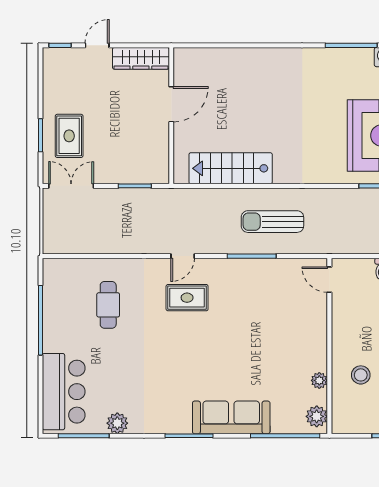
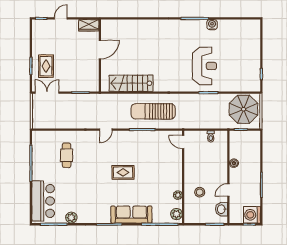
wardrobe: (141, 58) -> (89, 25), width x0.67
sun lounger: (272, 222) -> (153, 111), width x1.36, depth x1.34
rug: (187, 298) -> (123, 172), moved

